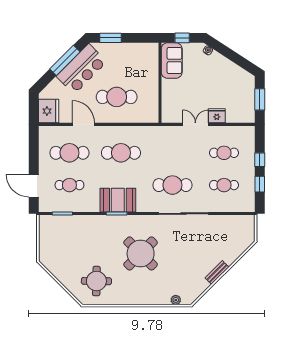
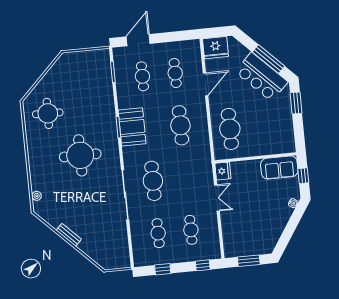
cafe table: (117, 97) -> (230, 129), moved
fridge: (217, 116) -> (223, 171), moved
cafe table: (69, 153) -> (175, 73), width x0.73, depth x0.74
window: (260, 160) -> (203, 265), moved
round table: (141, 253) -> (80, 155), turned 45

